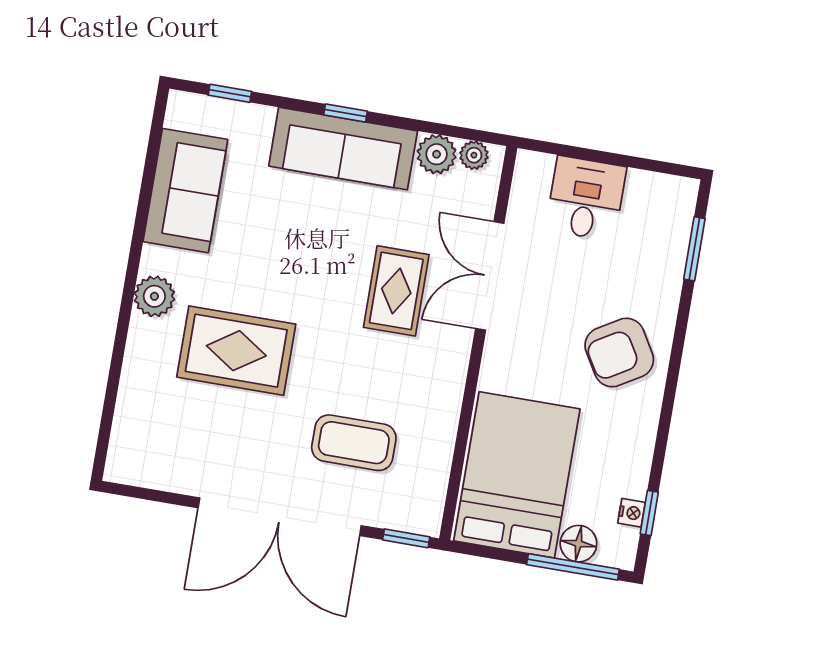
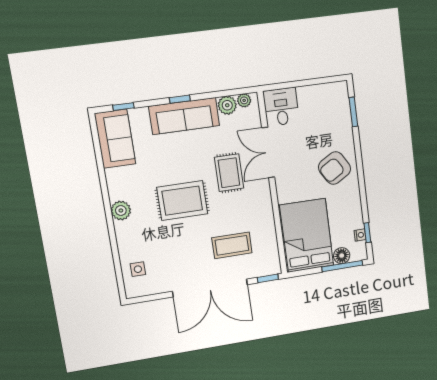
sofa: (185, 191) -> (115, 139), moved
desk: (586, 198) -> (281, 107), moved
rug: (236, 351) -> (182, 201), moved
side table: (147, 427) -> (138, 269), added

